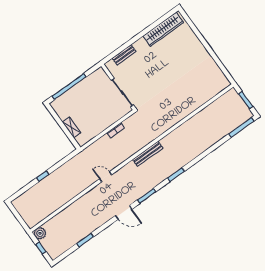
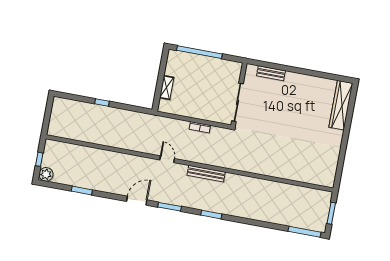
wardrobe: (163, 29) -> (341, 105), moved, turned 90
door: (106, 177) -> (167, 159), moved
door: (124, 212) -> (137, 201), swing flipped
plant: (40, 233) -> (46, 174), moved

